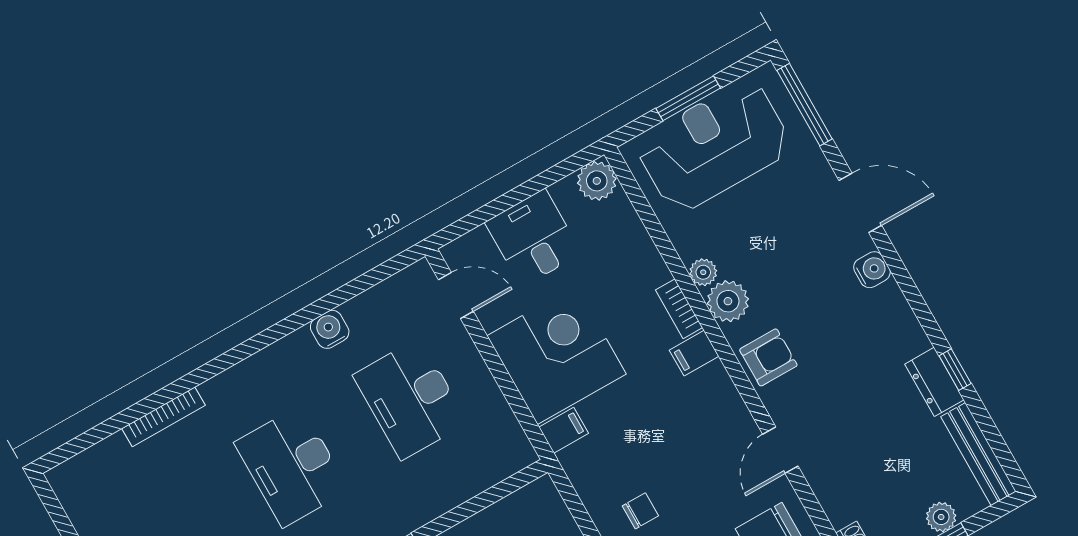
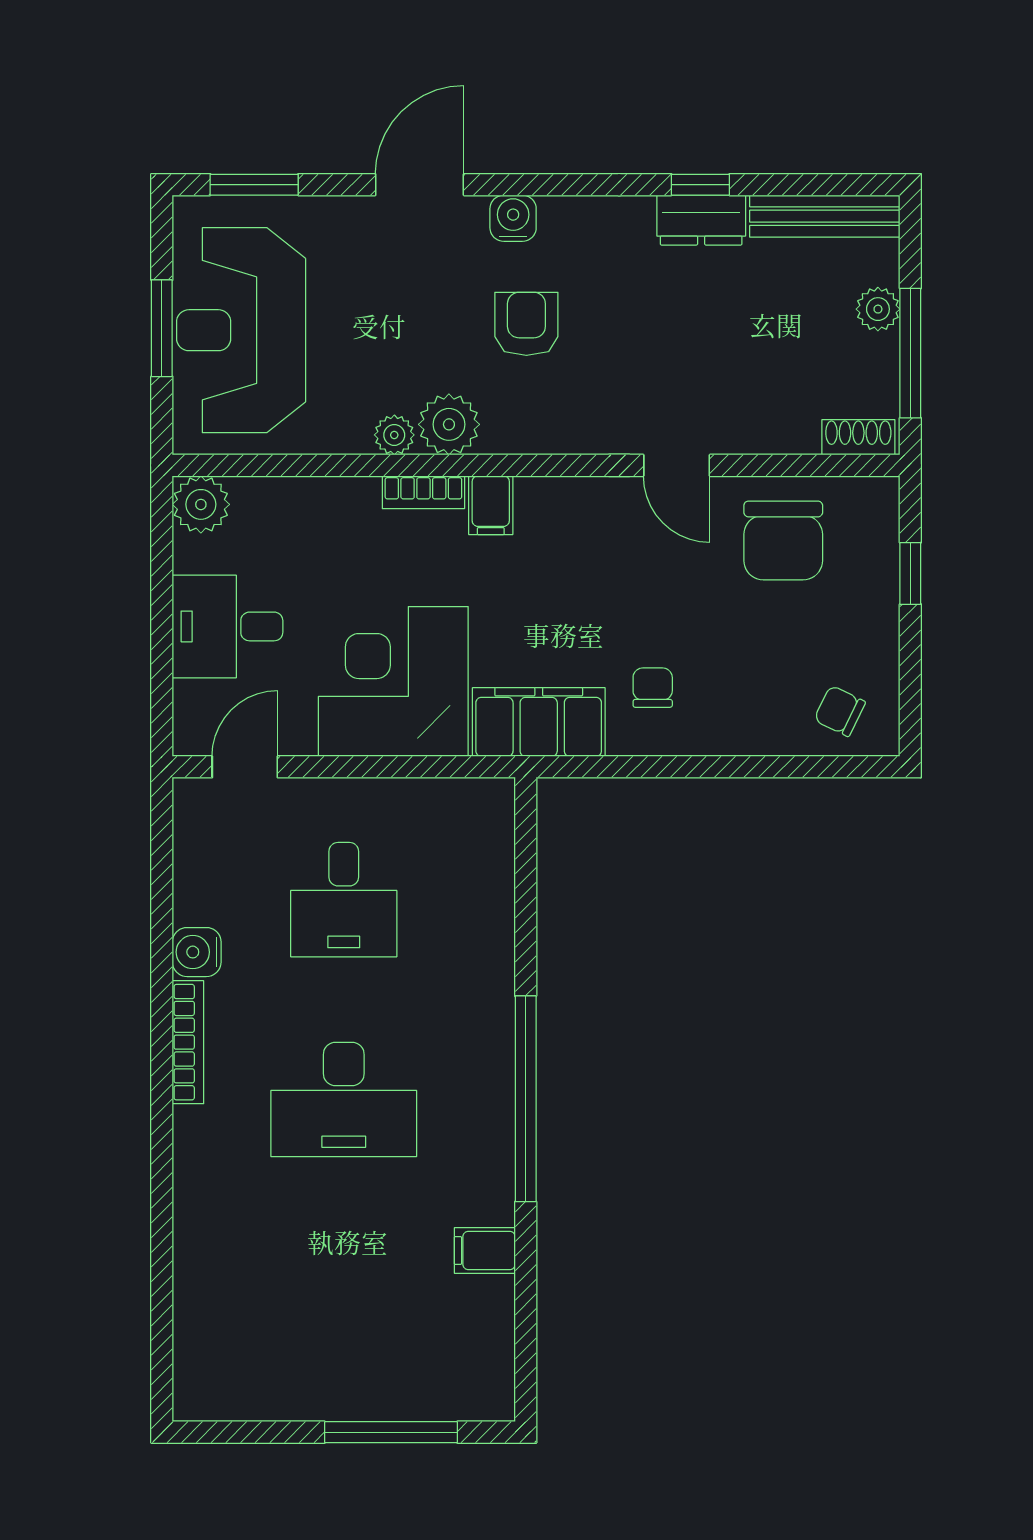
window: (805, 105) -> (254, 185), width x0.69
armchair: (768, 357) -> (526, 324), moved
desk: (410, 399) -> (344, 900), width x0.73
bookcase: (164, 417) -> (188, 1042), moved
filing cabinet: (564, 430) -> (539, 722), width x3.00, depth x1.17

